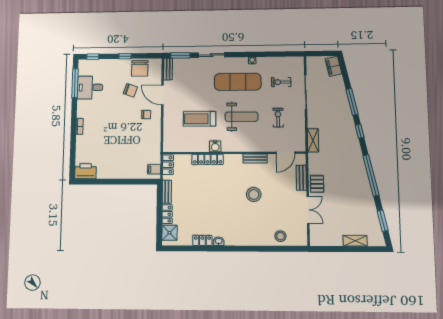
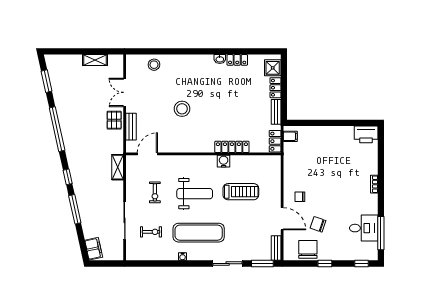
weight bench: (242, 117) -> (195, 194), turned 180
bench: (255, 159) -> (180, 148), removed
shelving: (355, 241) -> (95, 60), moved

